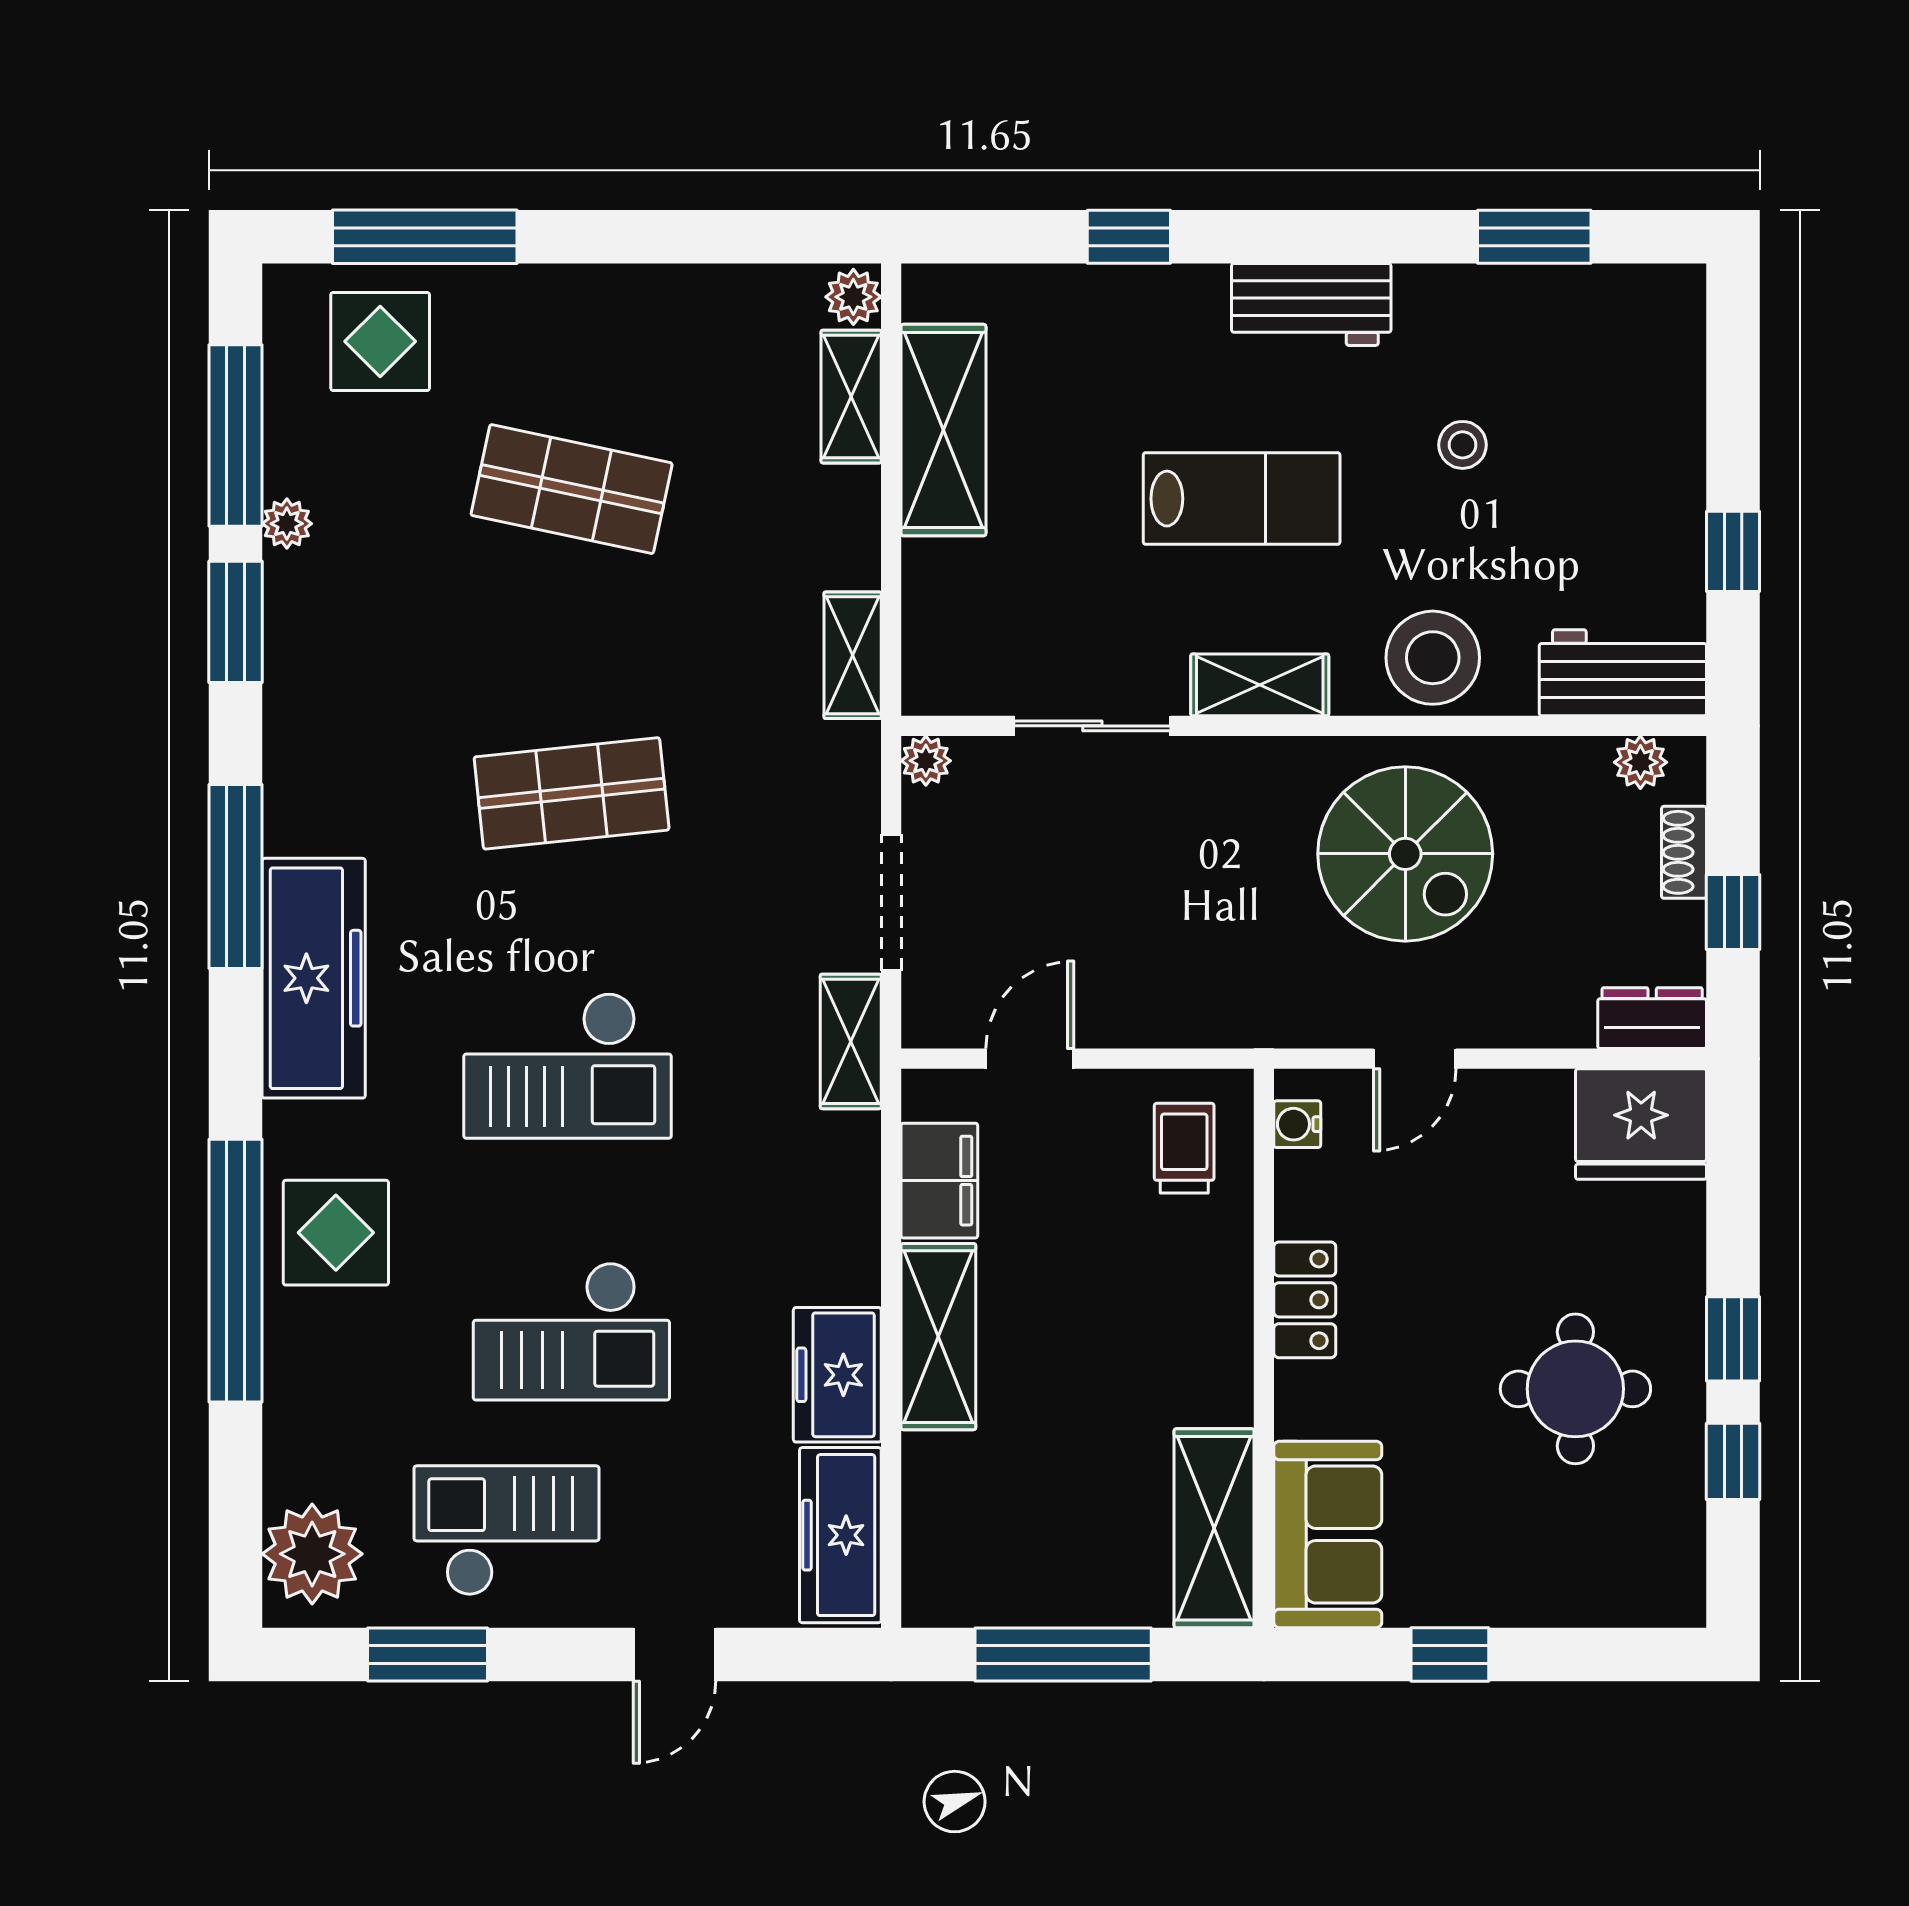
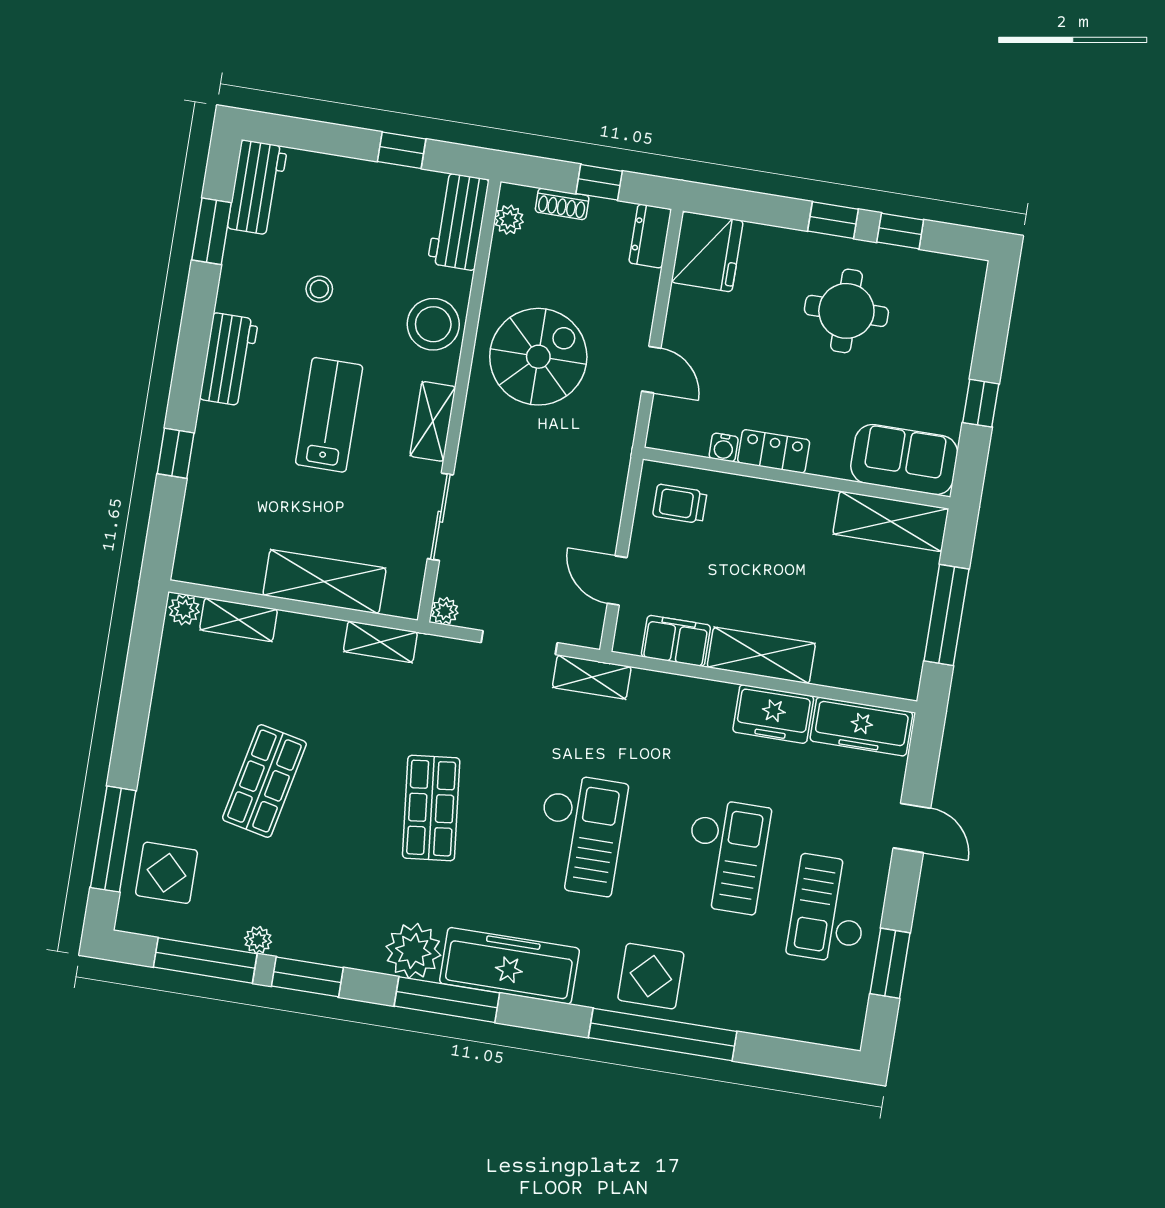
workbench: (1625, 305) -> (257, 188), added
shelving: (943, 430) -> (324, 582), moved
water cooler: (1297, 1124) -> (724, 447), moved
plant: (312, 1554) -> (413, 951), moved

